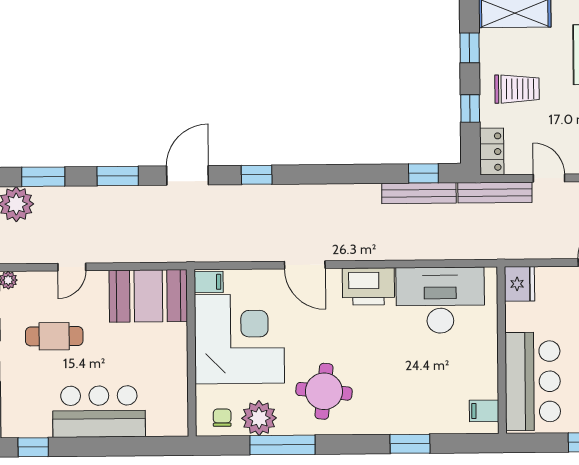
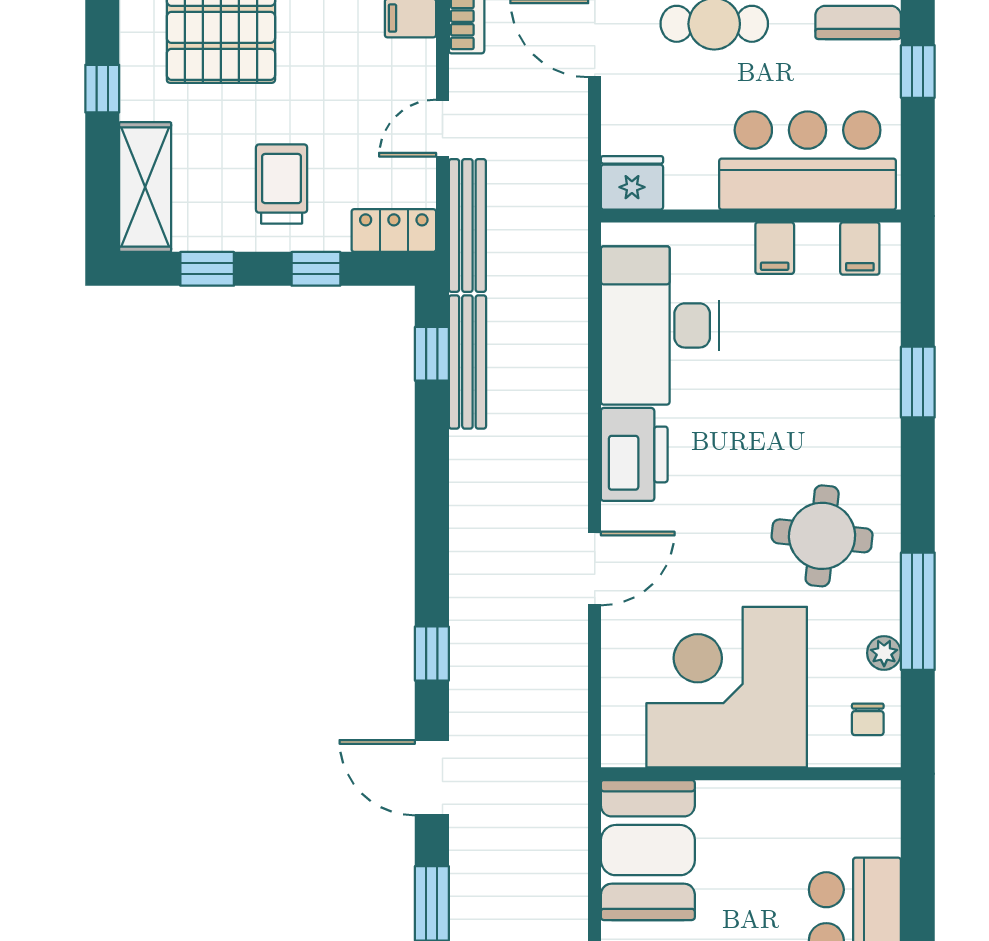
filing cabinet: (209, 282) -> (775, 248), moved, turned 180
chair: (222, 418) -> (868, 719), turned -90
plant: (259, 418) -> (884, 653), width x0.53, depth x0.53

